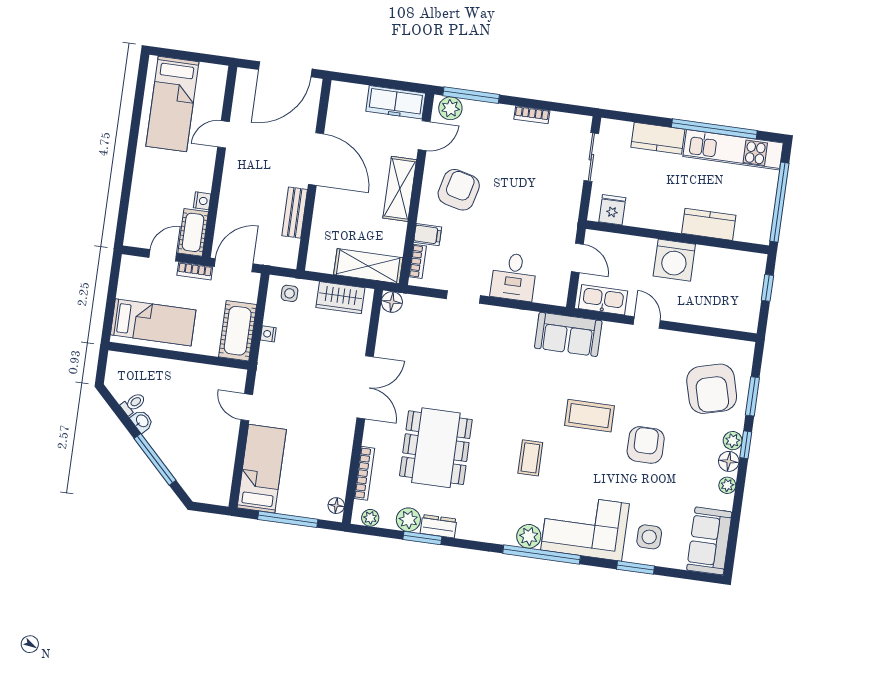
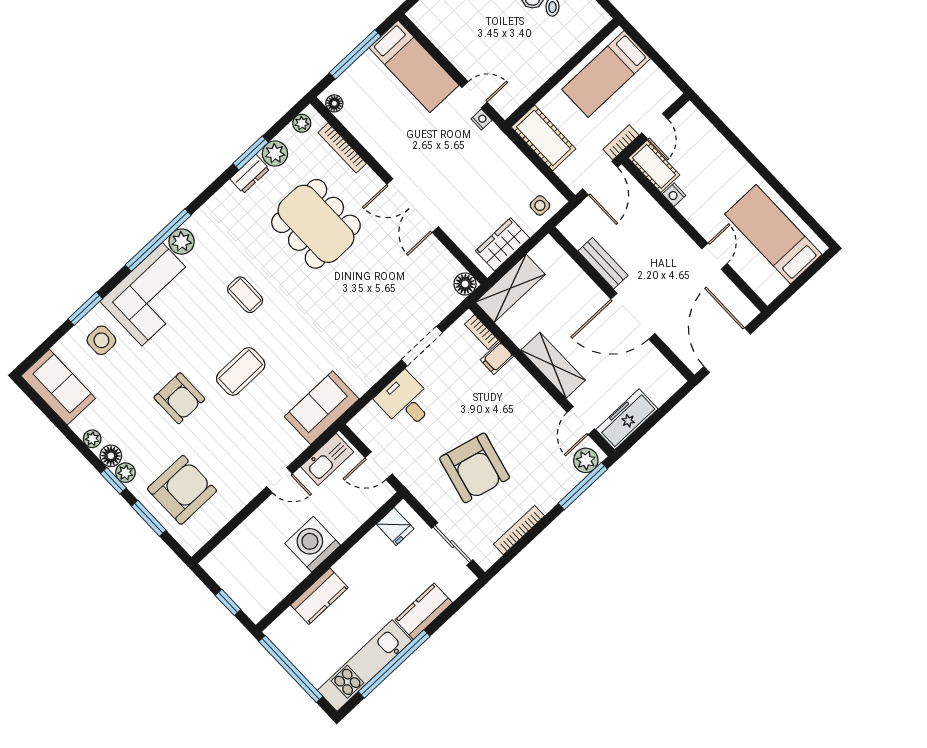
bookcase: (532, 115) -> (519, 530), width x1.56
armchair: (459, 190) -> (475, 468), moved, width x1.36, depth x1.36
doorway: (463, 297) -> (422, 346), width x1.38
nightstand: (268, 334) -> (481, 119), moved
armchair: (712, 389) -> (182, 490), turned 105

